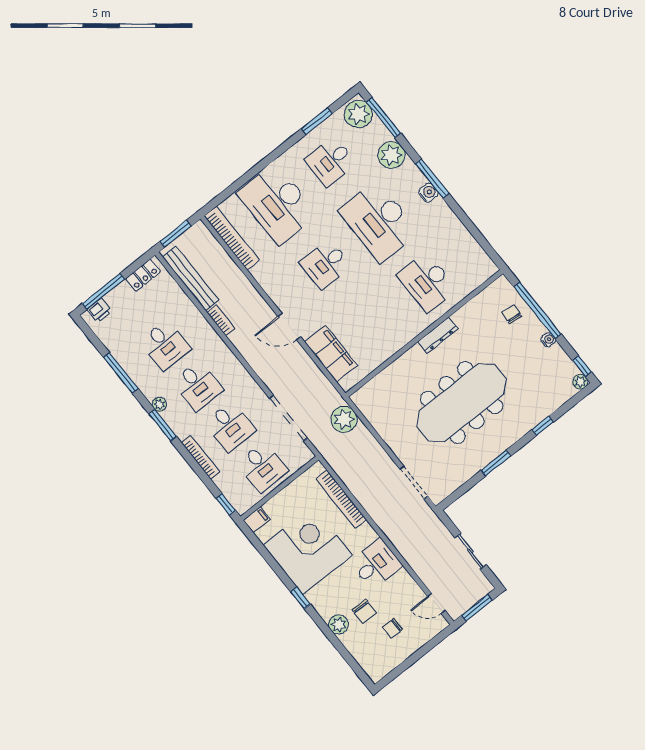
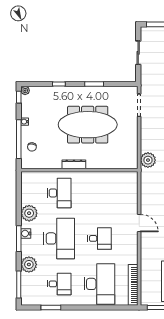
plant: (358, 114) -> (29, 213), moved
filing cabinet: (331, 353) -> (130, 195), removed

